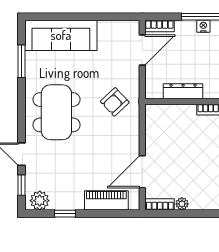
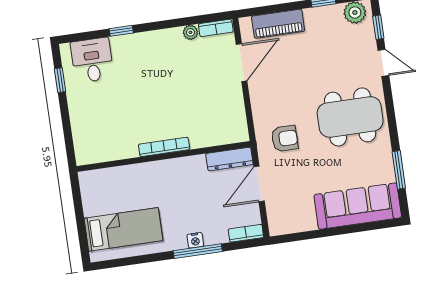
door: (142, 50) -> (259, 184), moved
dresser: (183, 91) -> (229, 159), moved
armchair: (115, 102) -> (285, 139), turned 43
dining table: (56, 112) -> (350, 117), turned 90

